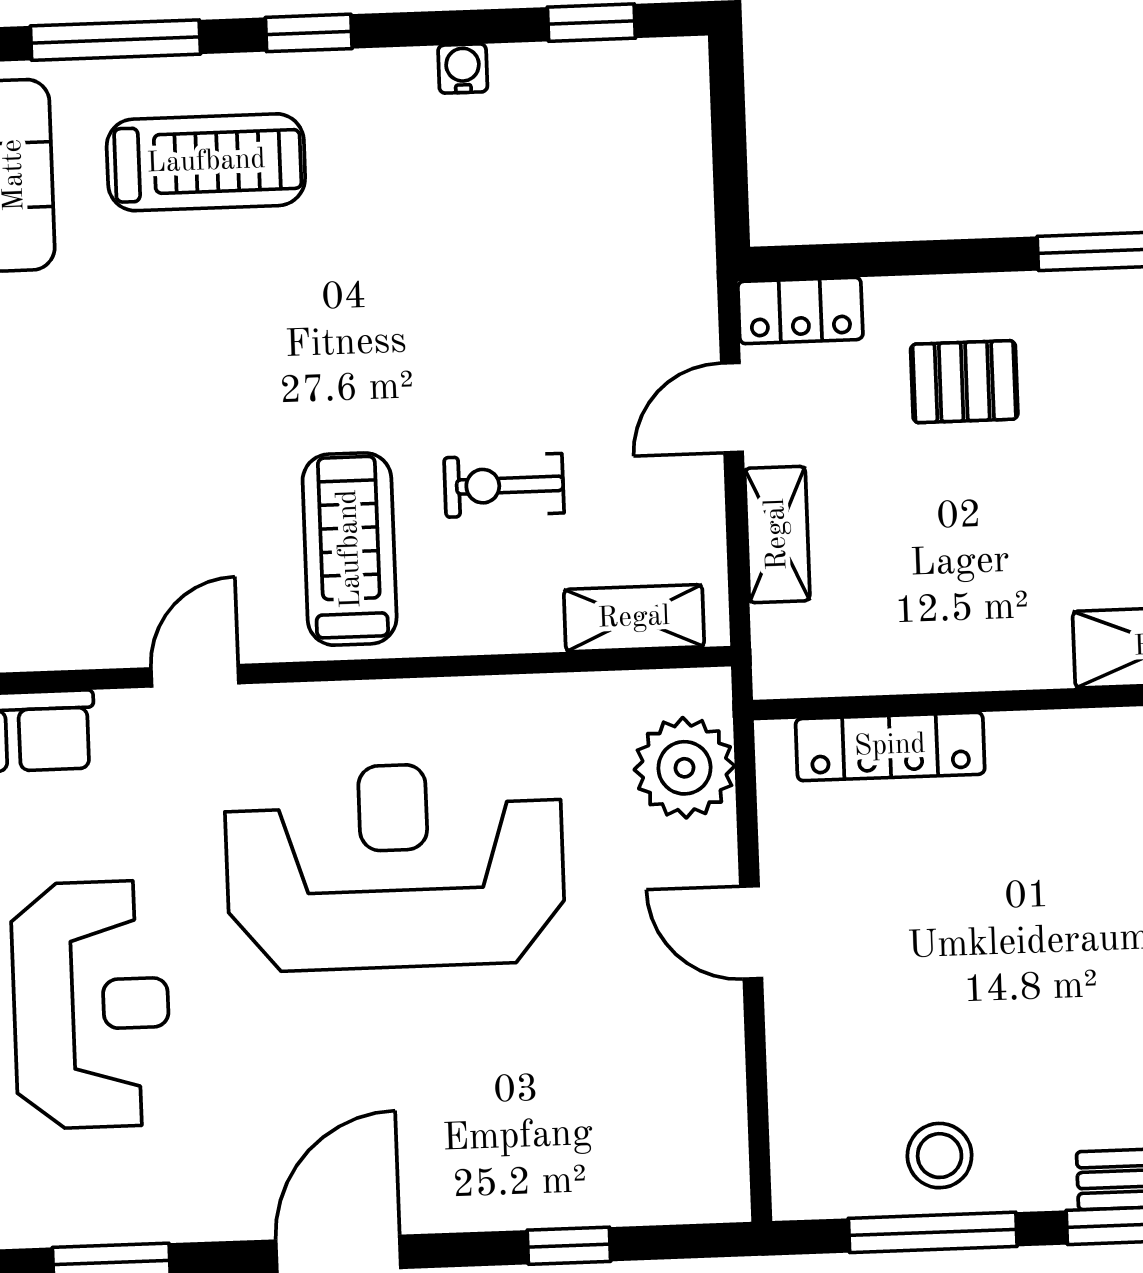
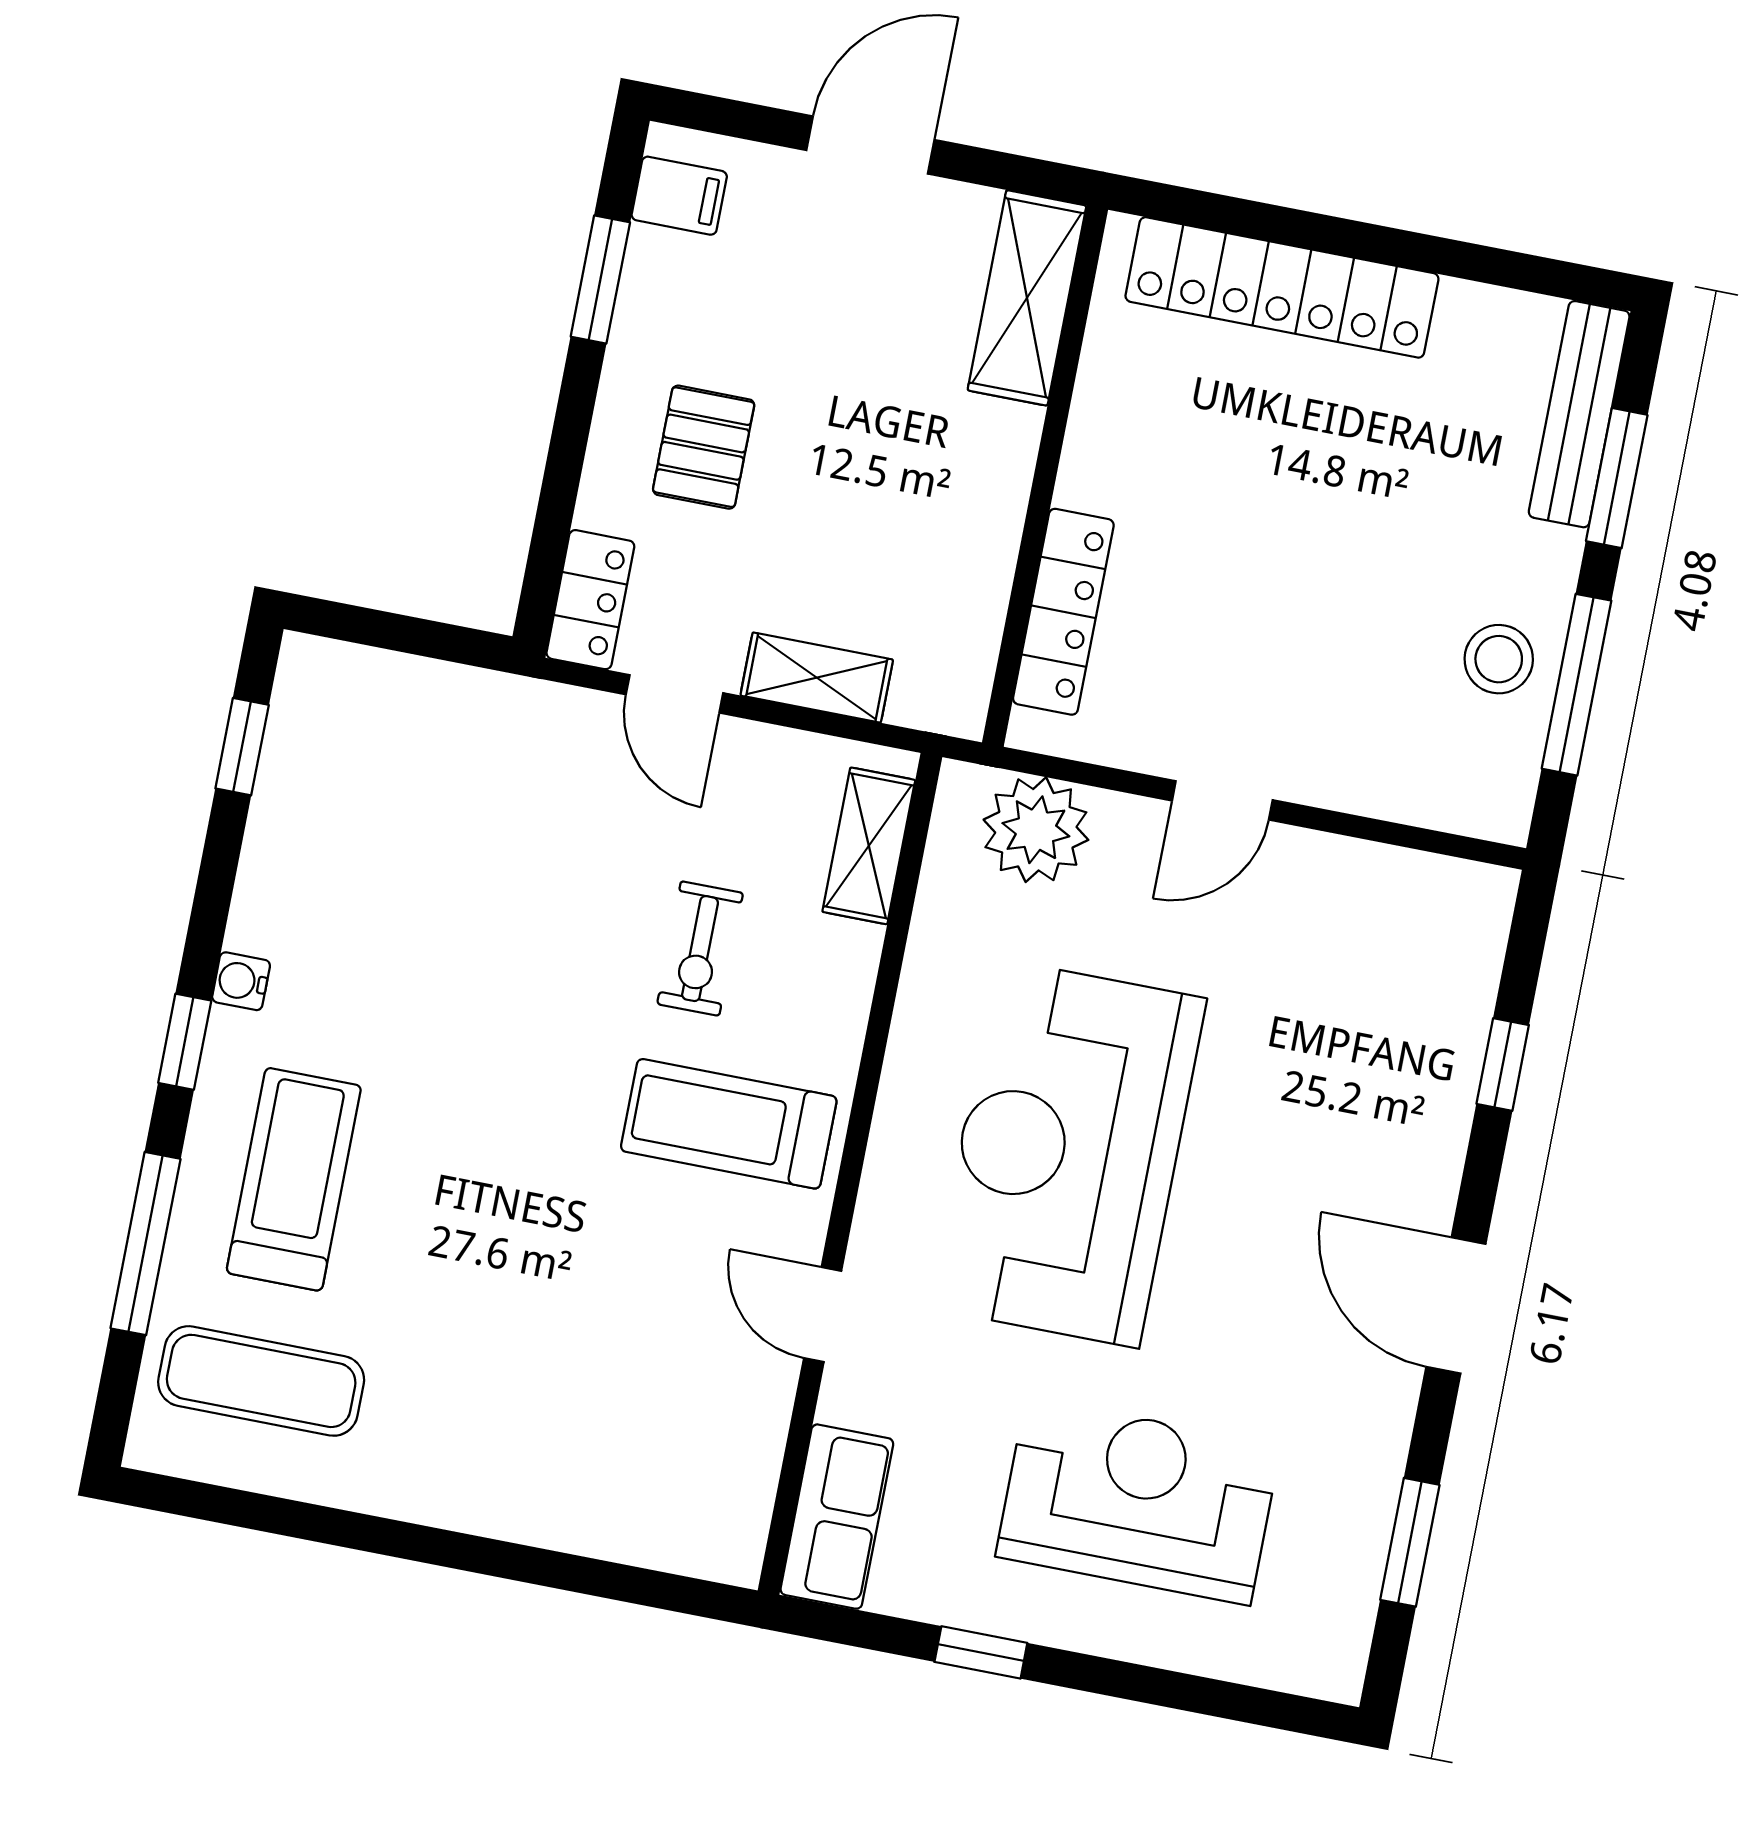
water cooler: (463, 69) -> (241, 981), moved

